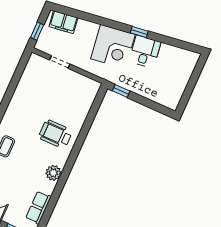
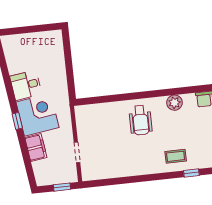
filing cabinet: (63, 22) -> (36, 147), moved
window: (139, 32) -> (17, 121), moved
window: (121, 91) -> (71, 86), removed

